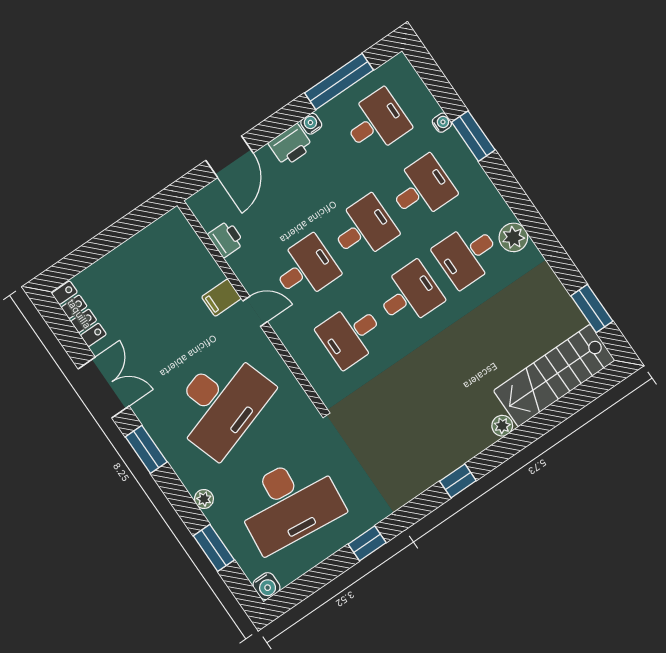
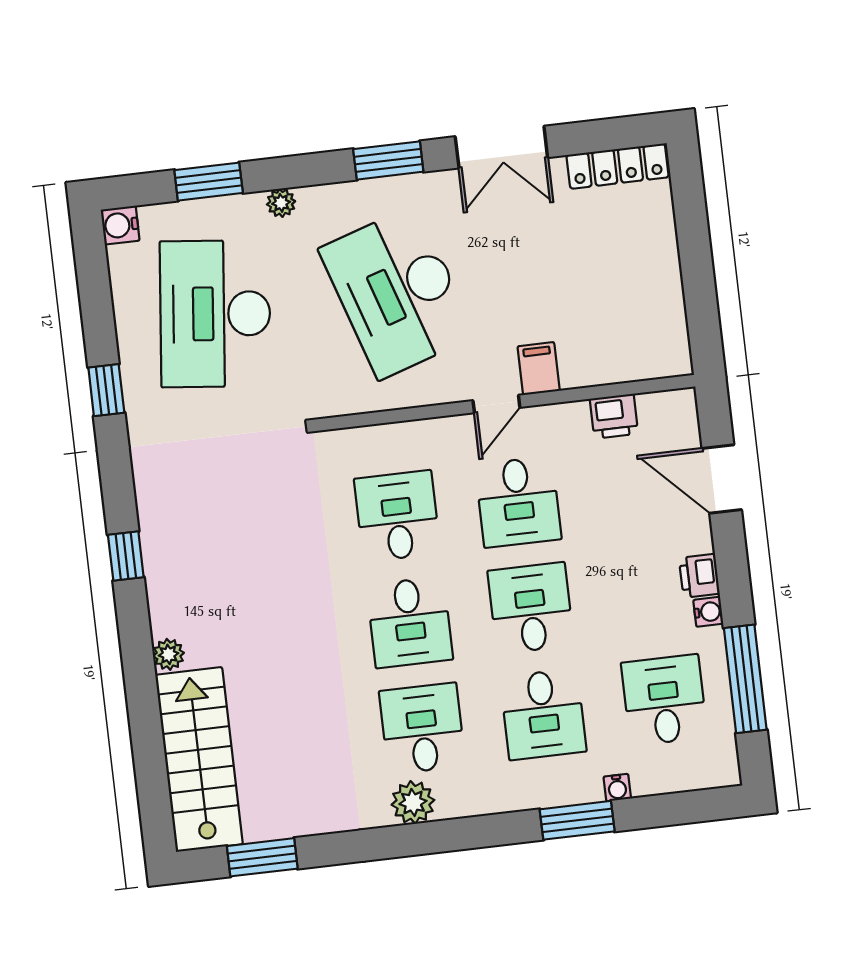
desk: (376, 122) -> (664, 700), turned 180
printer: (291, 145) -> (699, 576), width x0.73, depth x0.81
desk: (364, 228) -> (531, 608), turned 180

